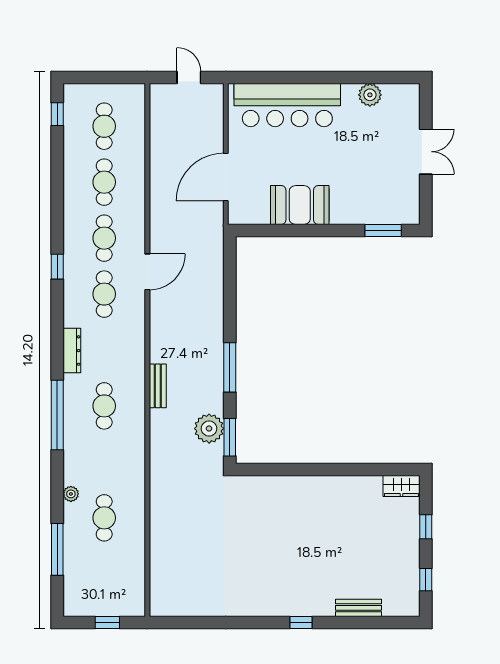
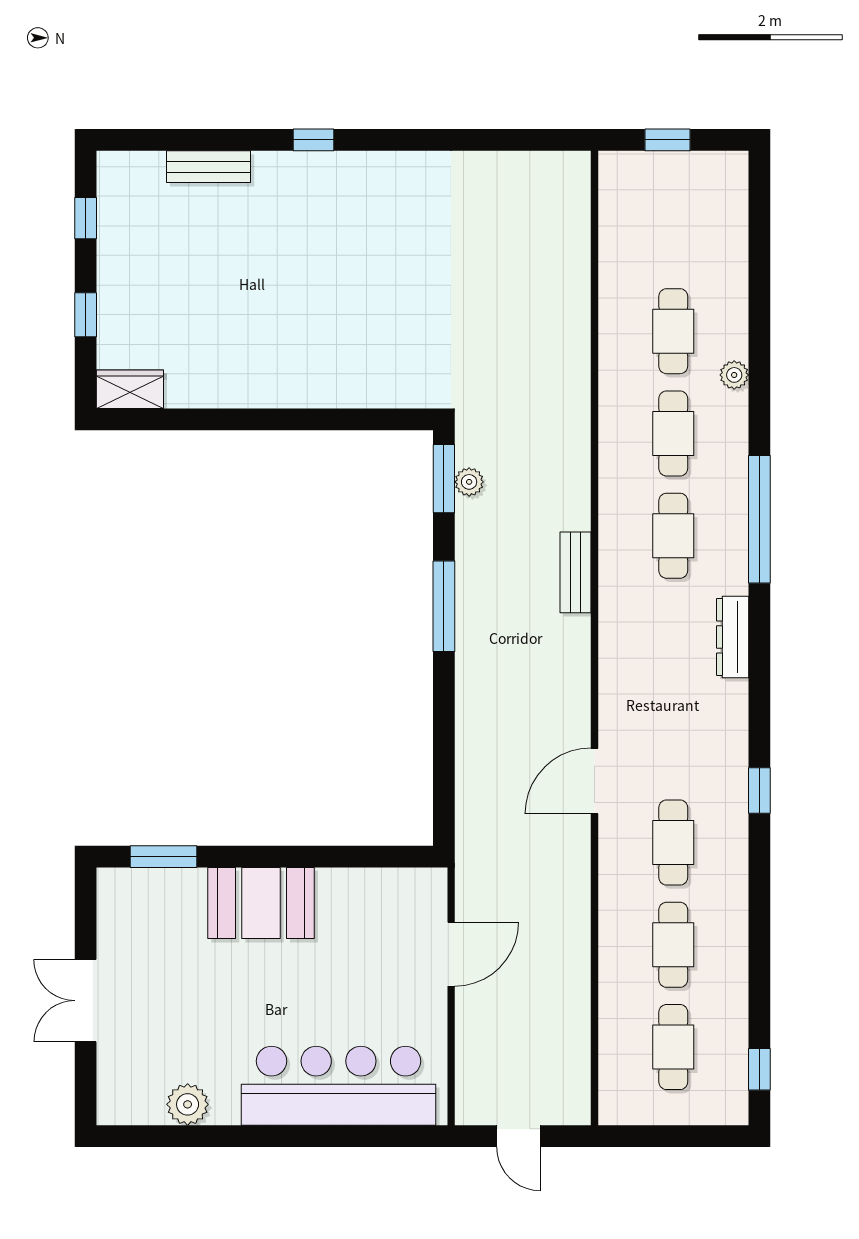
door: (226, 177) -> (451, 954), width x0.73
booth: (300, 205) -> (261, 903), moved
cafe table: (104, 294) -> (673, 433), moved
plant: (209, 429) -> (469, 482), width x0.53, depth x0.53
window: (57, 549) -> (759, 274), removed

